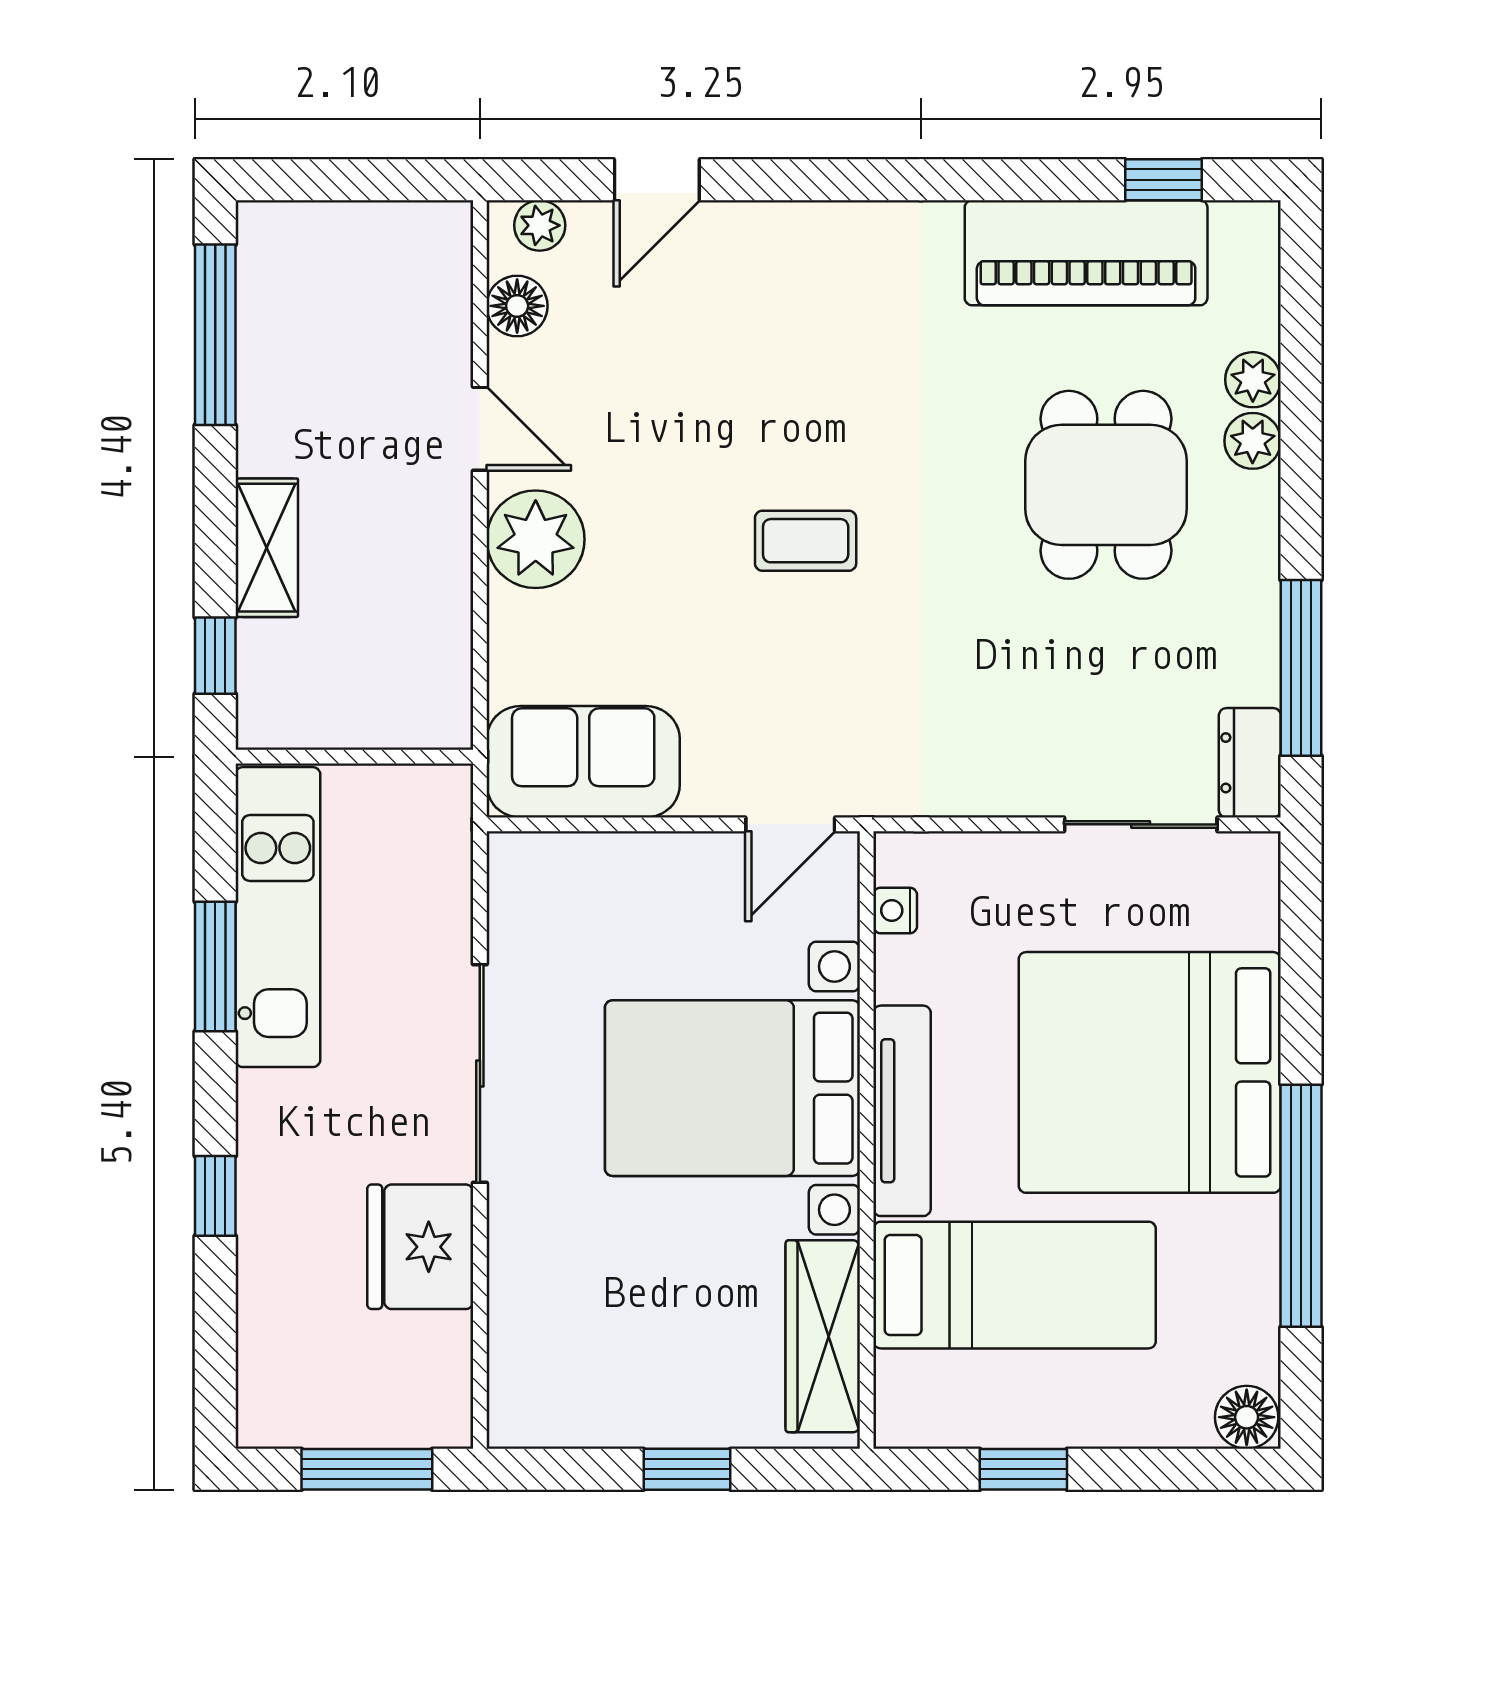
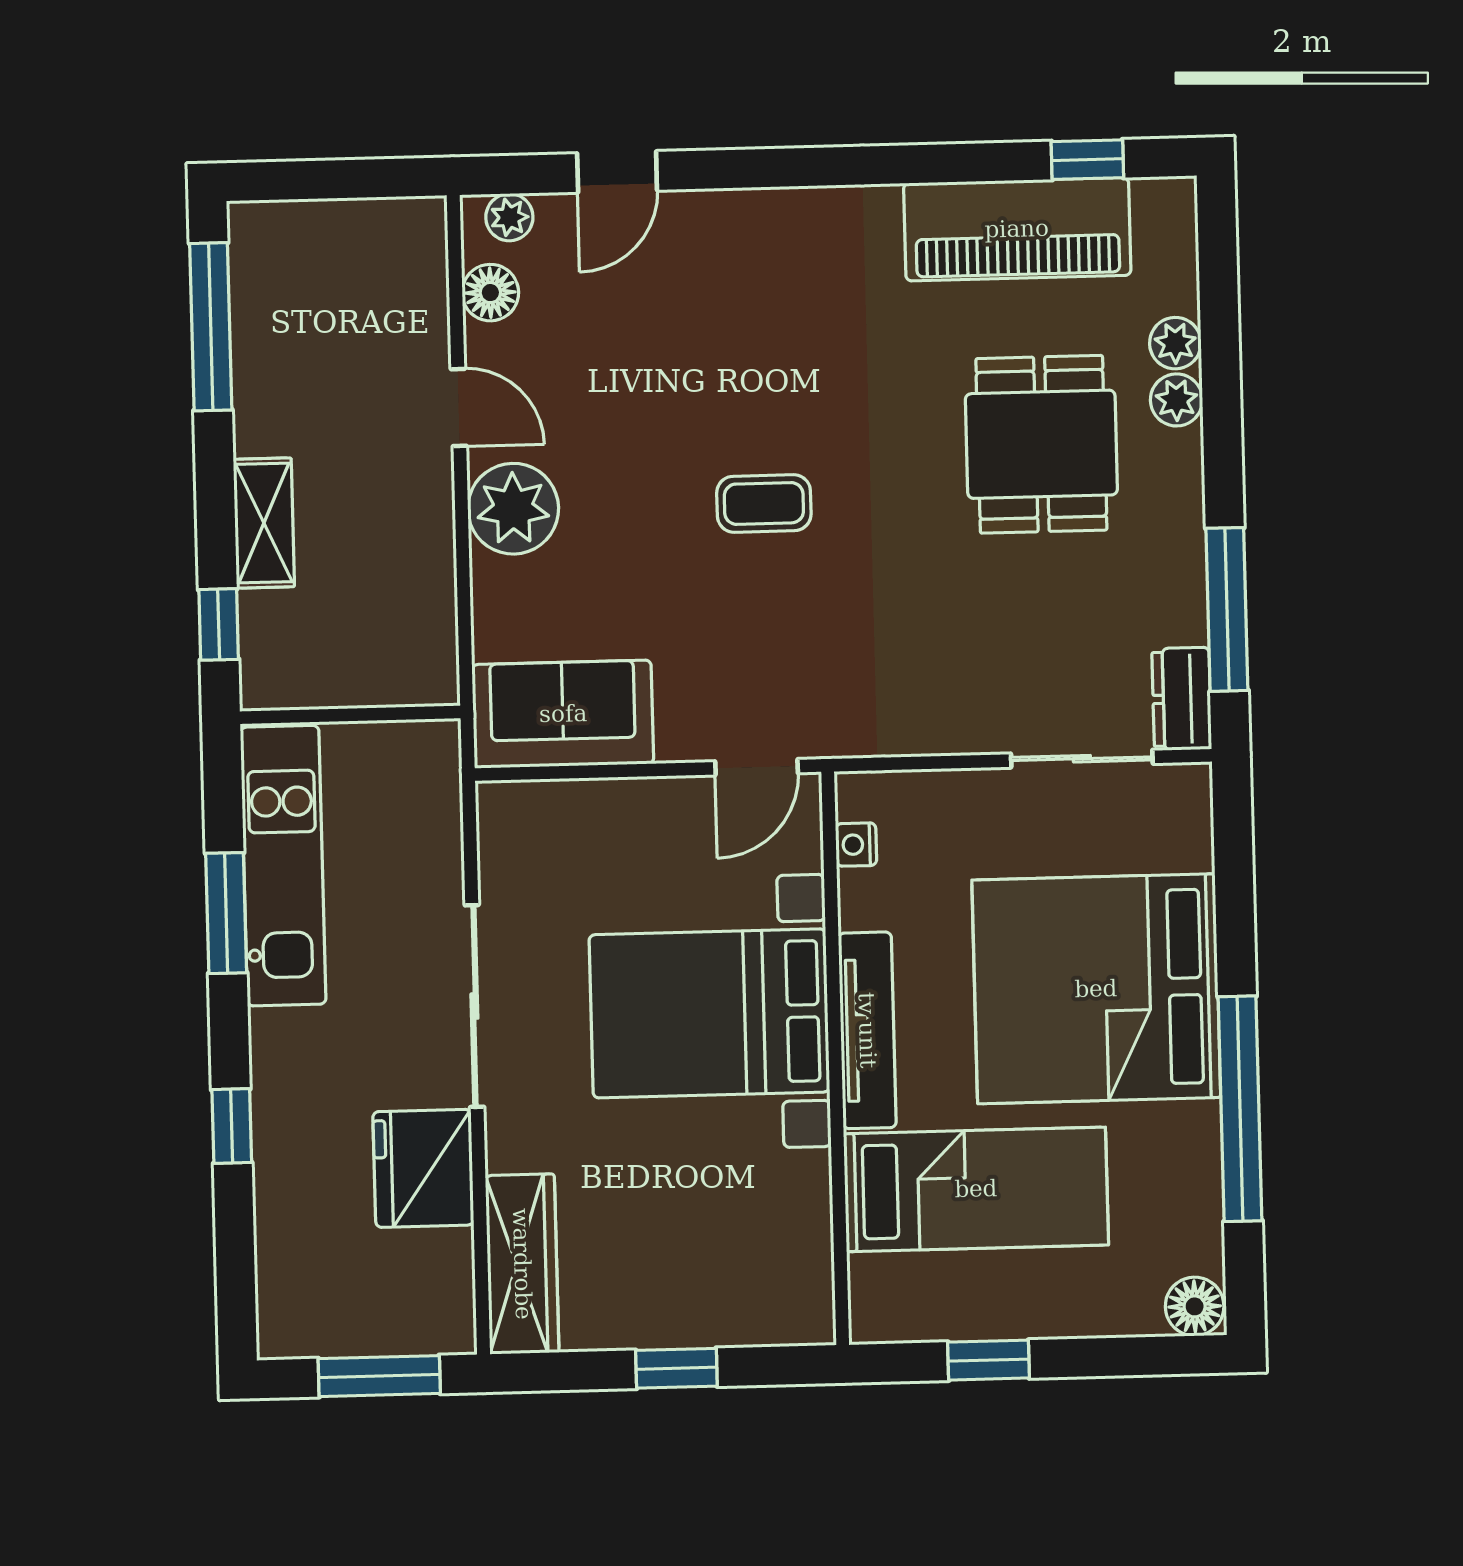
wardrobe: (823, 1336) -> (522, 1264), moved, turned 180

